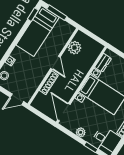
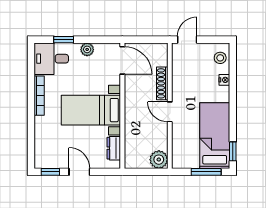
plant: (74, 48) -> (159, 160), moved

